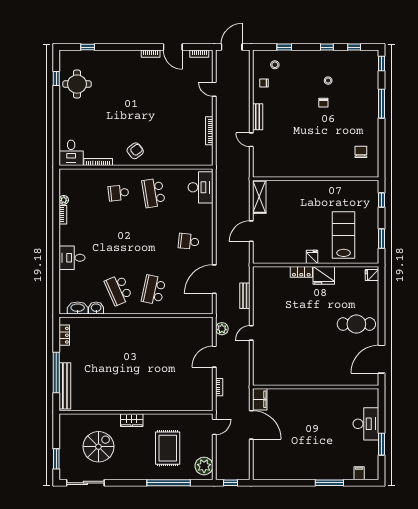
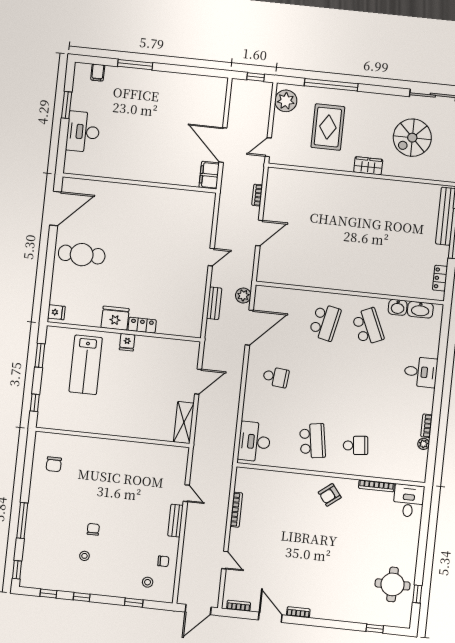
plant: (222, 329) -> (243, 295), moved

